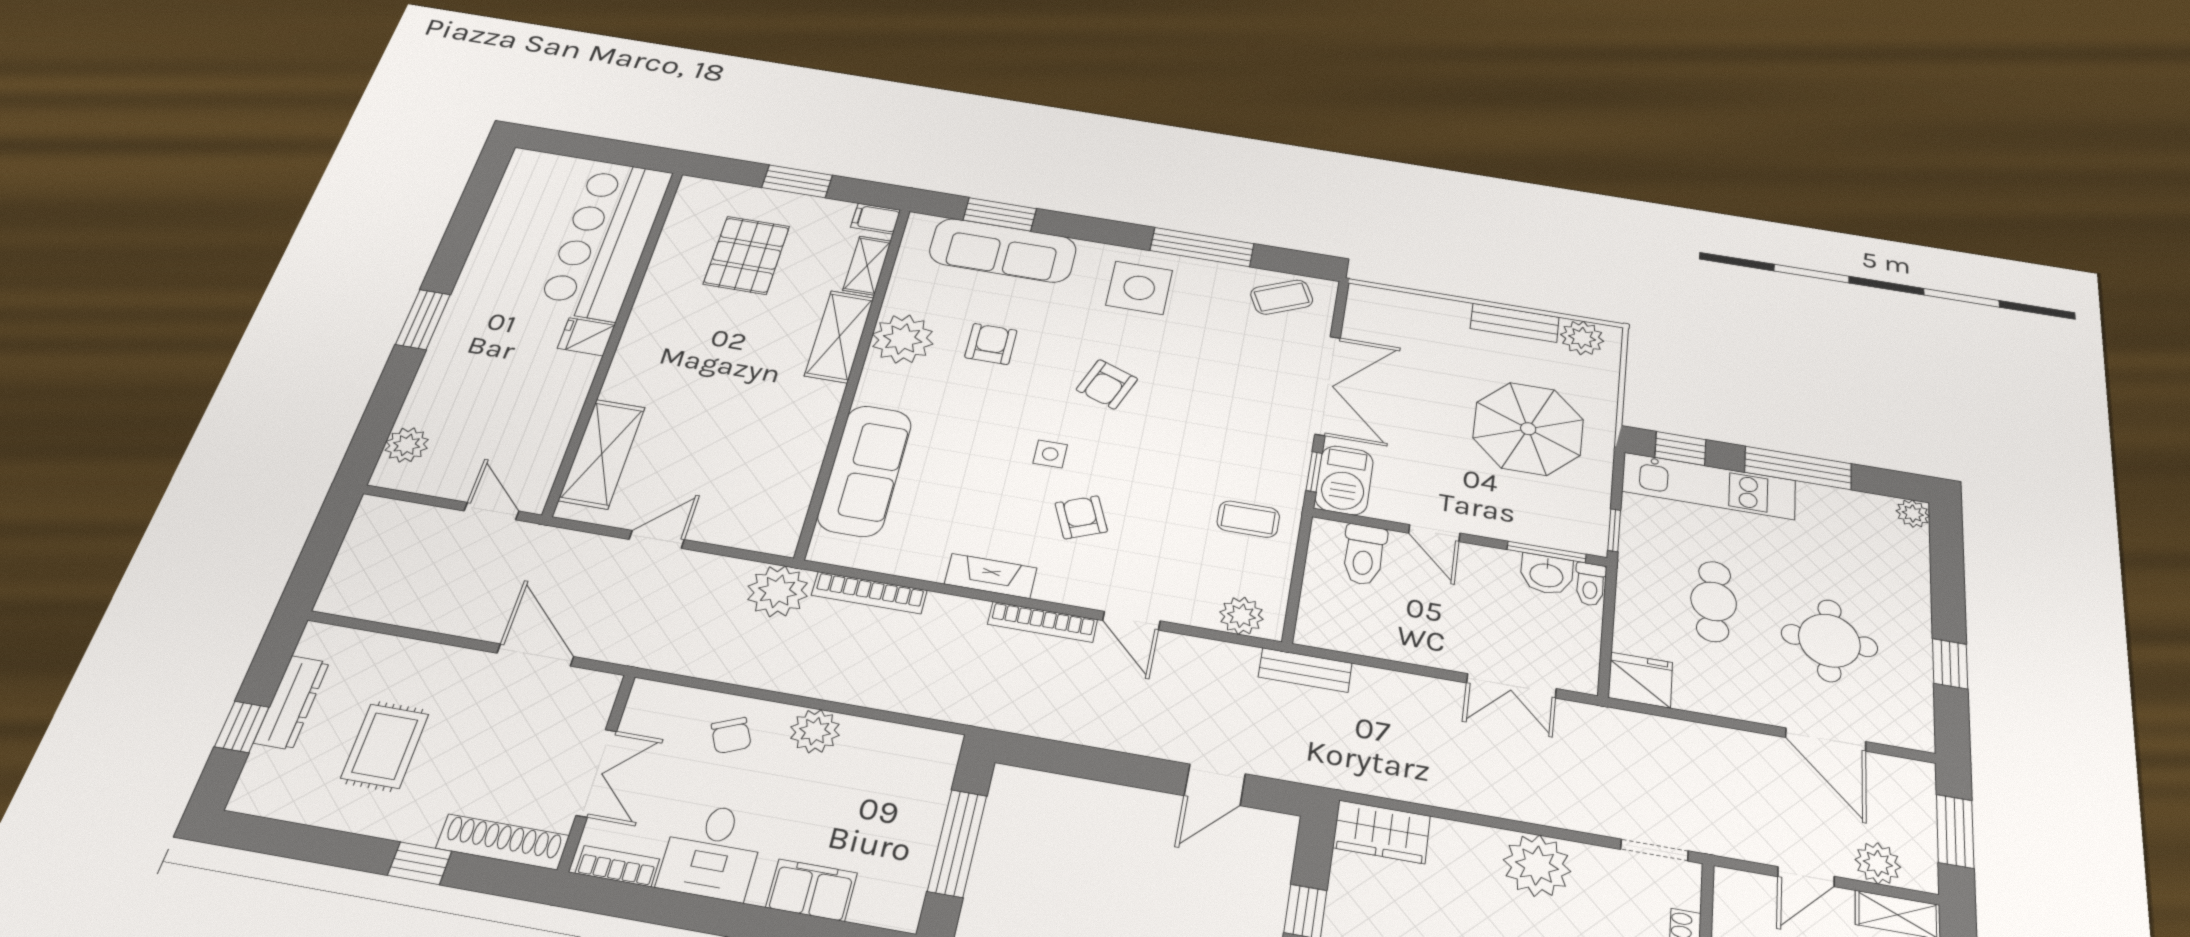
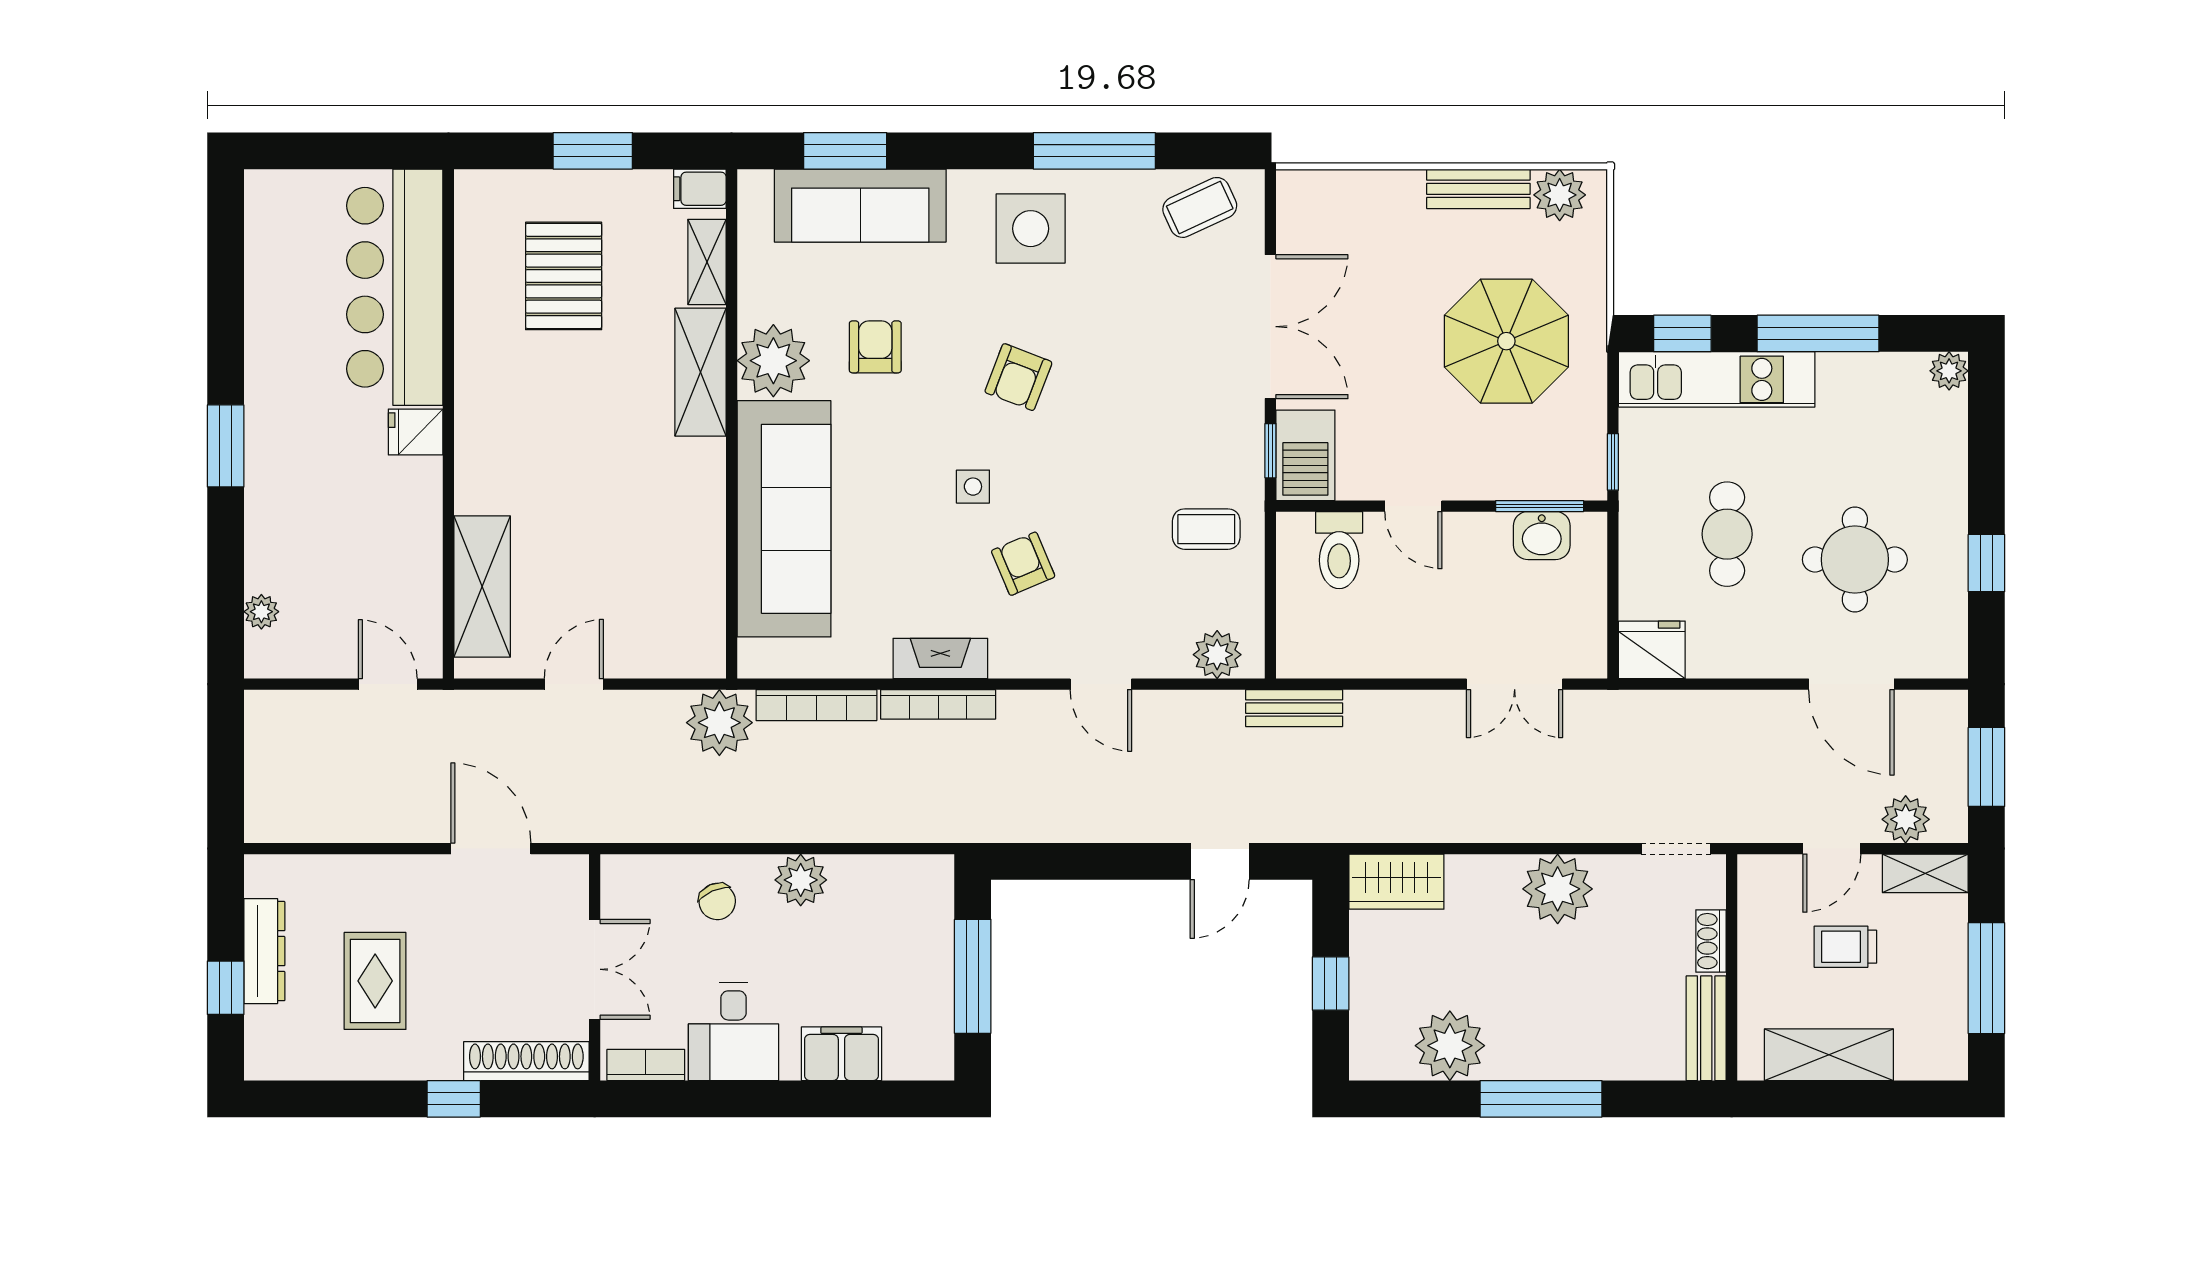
plant: (407, 445) -> (261, 612), width x0.73, depth x0.73
sofa: (865, 470) -> (784, 519), width x1.36, depth x1.27
toilet: (1590, 584) -> (1591, 539), removed
bookcase: (1043, 622) -> (938, 704), moved

